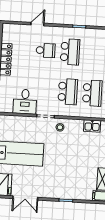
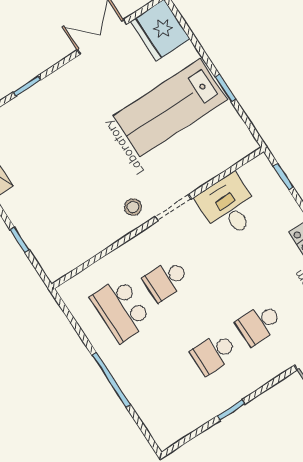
school desk: (70, 52) -> (214, 353), width x0.54
school desk: (68, 92) -> (166, 280), width x0.54
kitchen sink: (92, 126) -> (78, 251), removed

